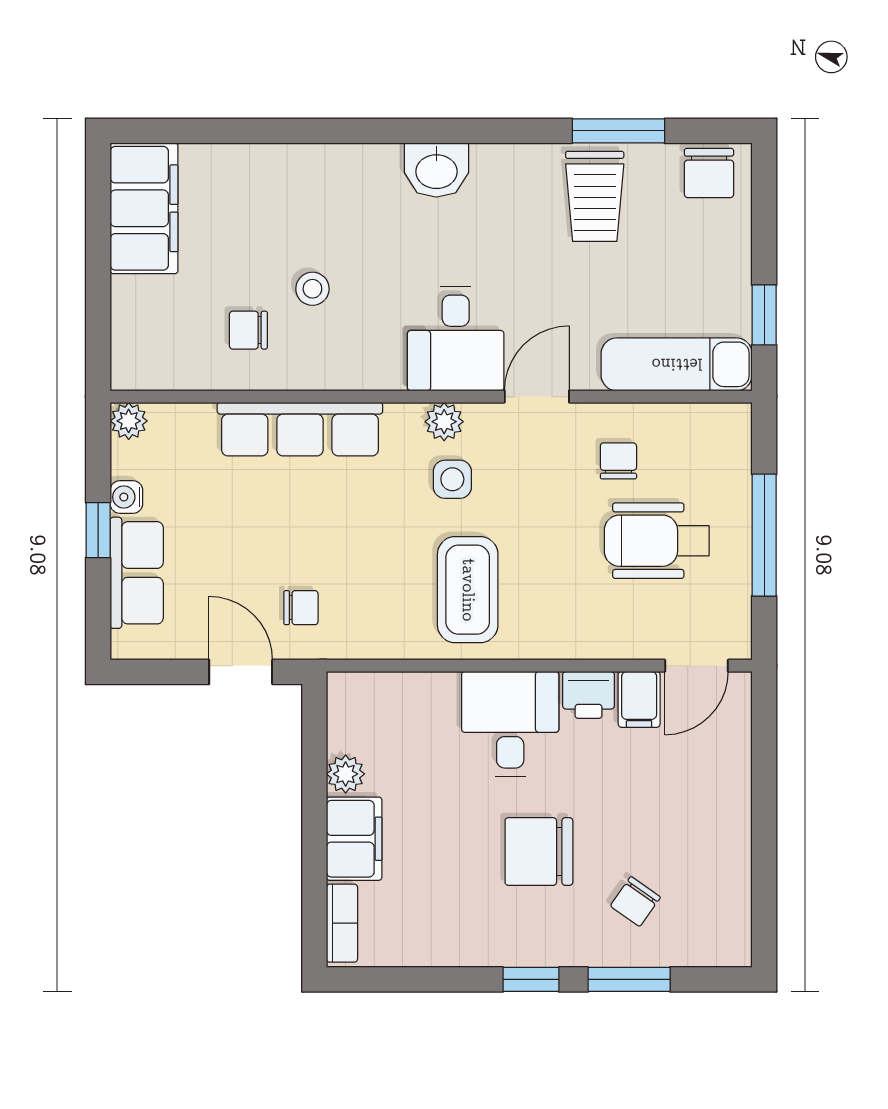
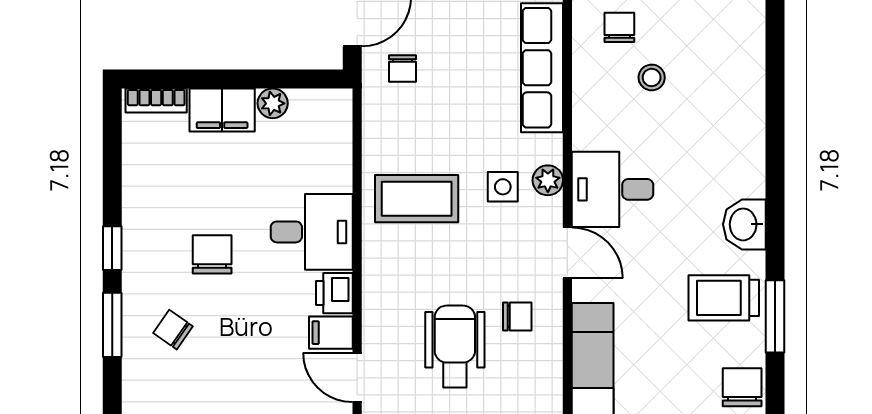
washbasin: (436, 170) -> (744, 224), moved
chair: (709, 173) -> (742, 387), turned 90
chair: (539, 851) -> (212, 254), width x0.73, depth x0.73

